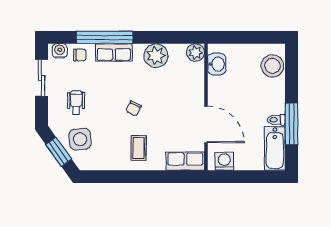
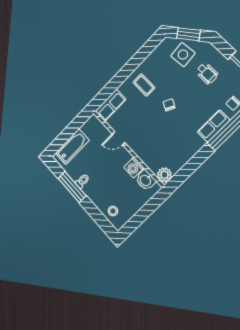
plant: (156, 56) -> (186, 150), removed
stool: (272, 66) -> (113, 211), width x0.53, depth x0.53
door: (206, 124) -> (119, 138), width x0.53
bathtub: (275, 148) -> (72, 147), moved, turned 90
washing machine: (224, 161) -> (134, 167), moved, turned 90

